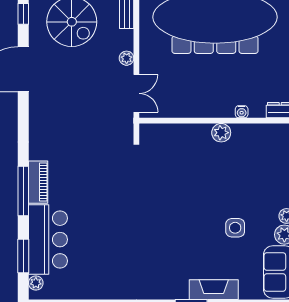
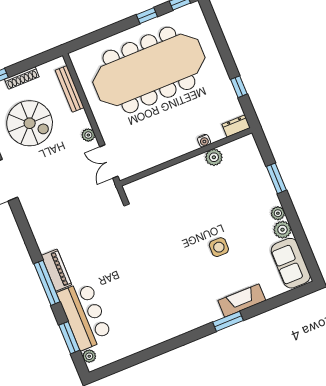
double door: (136, 93) -> (109, 161), swing flipped
plant: (221, 133) -> (214, 157), moved
side table: (235, 228) -> (219, 247), moved

